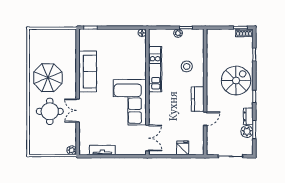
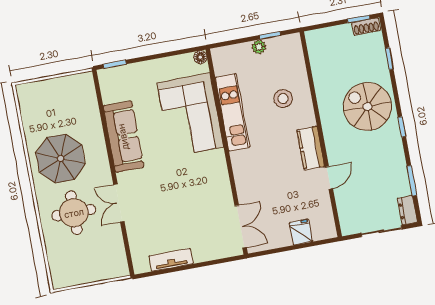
spiral stairs: (236, 81) -> (367, 106), turned -90
corner sofa: (130, 102) -> (190, 115), moved
dresser: (248, 116) -> (407, 210), moved
plant: (247, 131) -> (401, 186), removed
plant: (72, 150) -> (121, 269), removed

